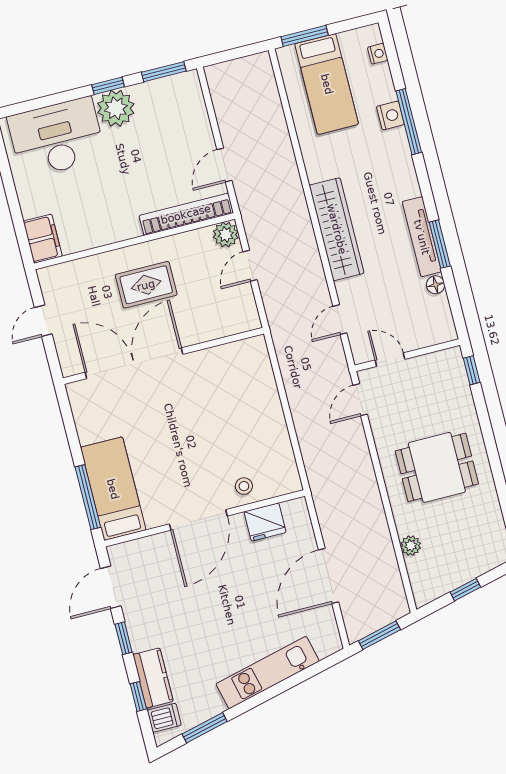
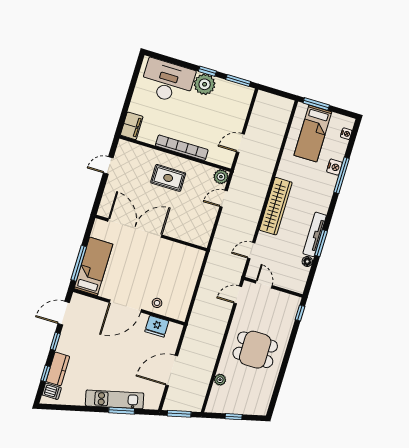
bookcase: (186, 214) -> (182, 148), moved
wall: (163, 356) -> (151, 233), moved
double door: (134, 363) -> (135, 228), moved
window: (205, 728) -> (122, 411), moved

